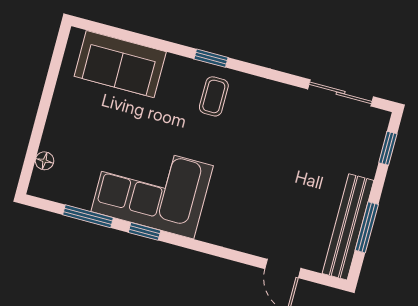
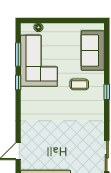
coffee table: (214, 96) -> (79, 84), moved
corner sofa: (152, 189) -> (39, 61), moved

